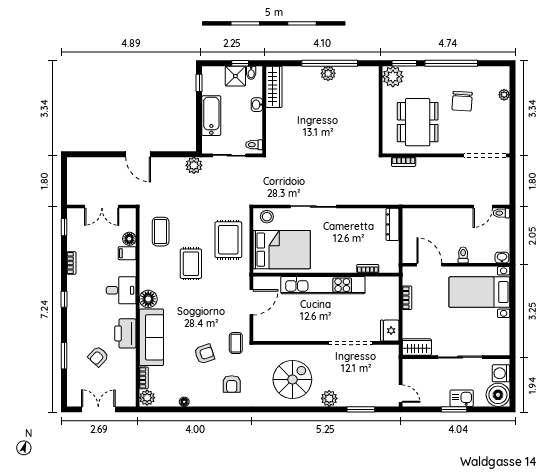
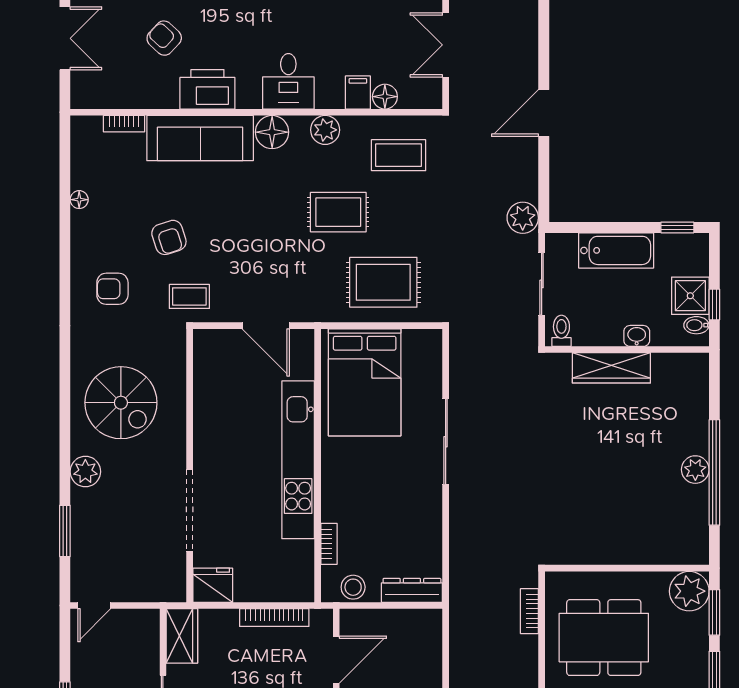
wardrobe: (274, 87) -> (611, 368), moved
stool: (267, 217) -> (353, 587), moved
bookcase: (407, 298) -> (274, 618), width x1.56
plant: (147, 398) -> (325, 130), moved

